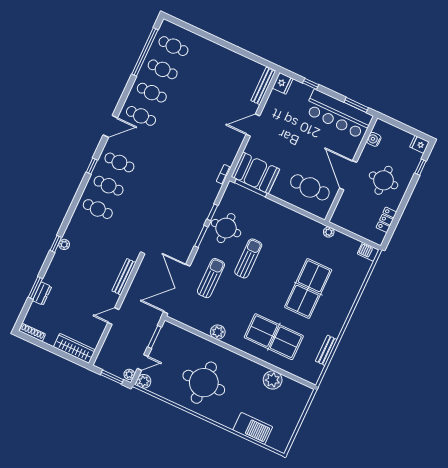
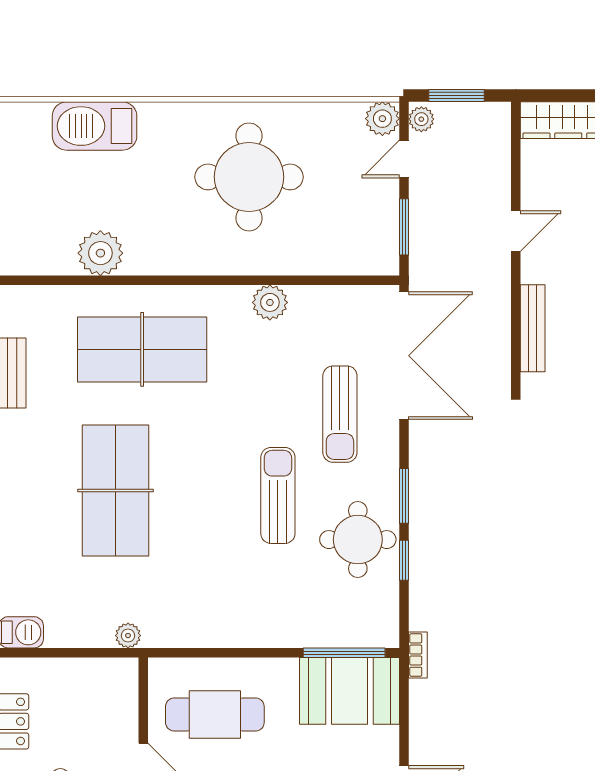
sun lounger: (248, 258) -> (278, 495), turned 180

